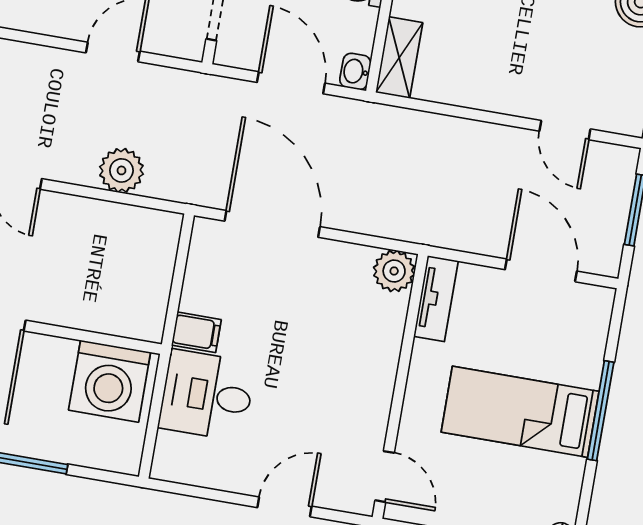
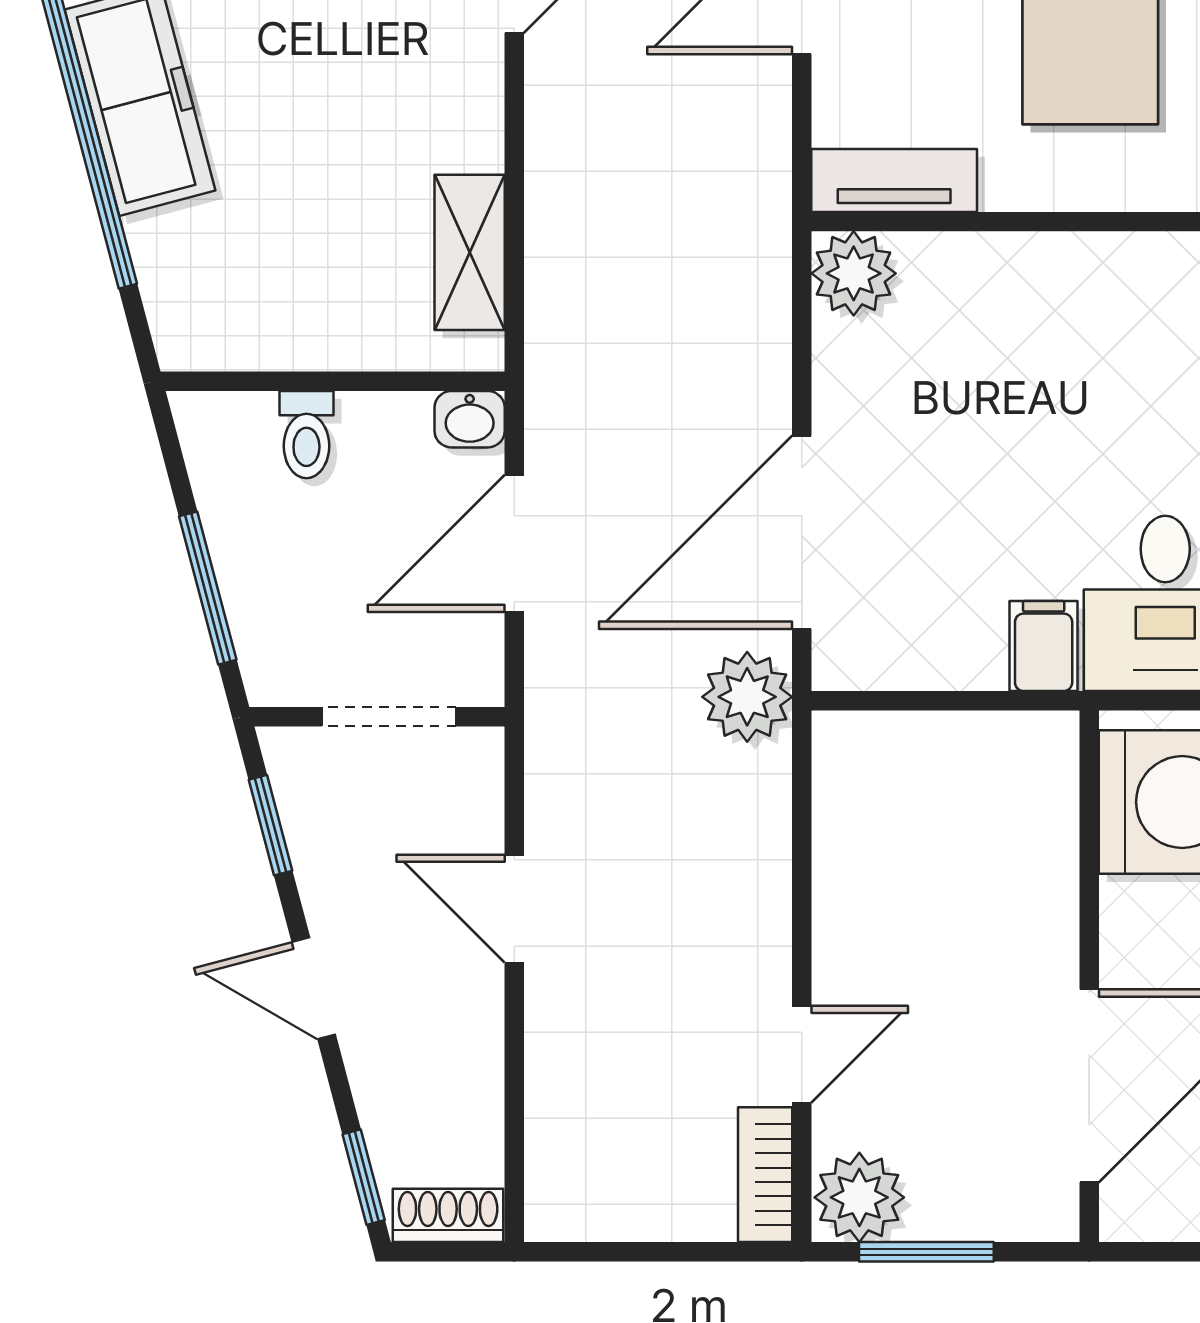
shelving: (399, 58) -> (470, 252), moved, turned 90
plant: (121, 170) -> (747, 697), moved

